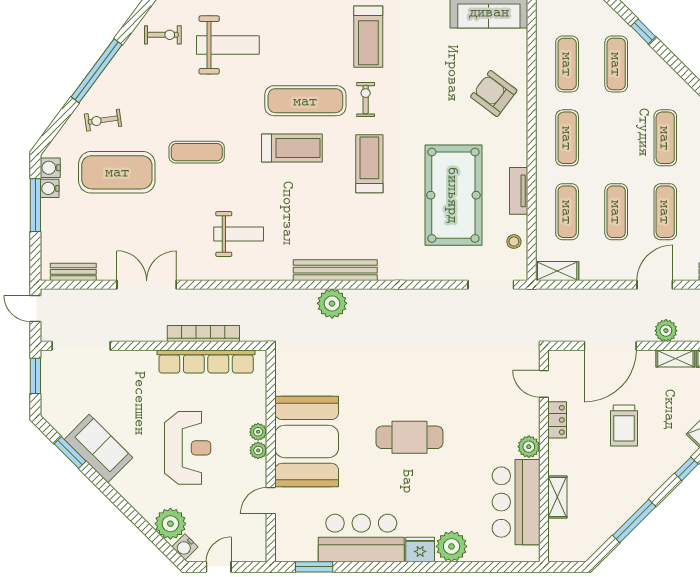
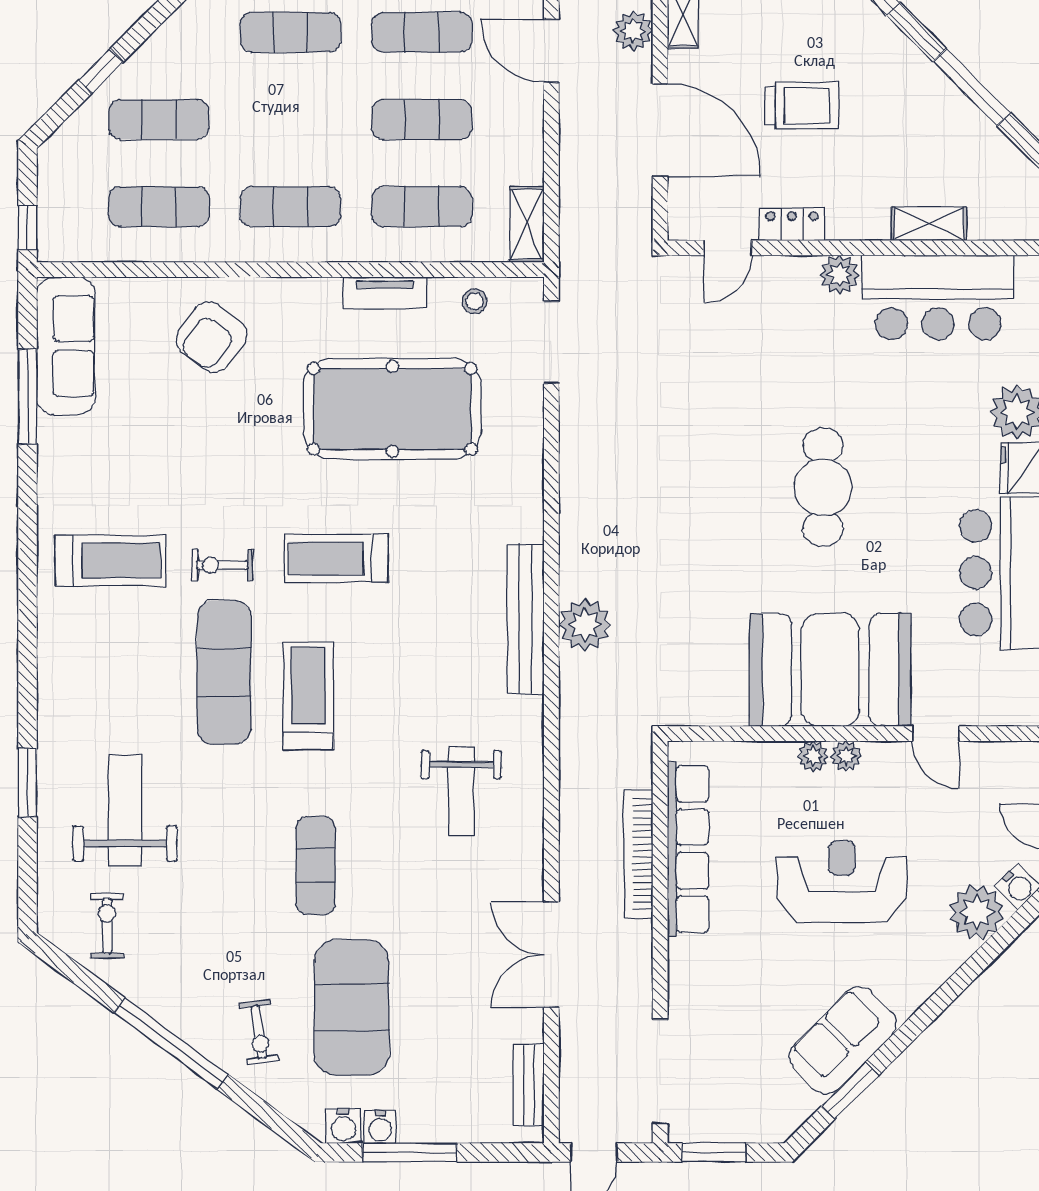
weight bench: (239, 234) -> (461, 791), turned 180

